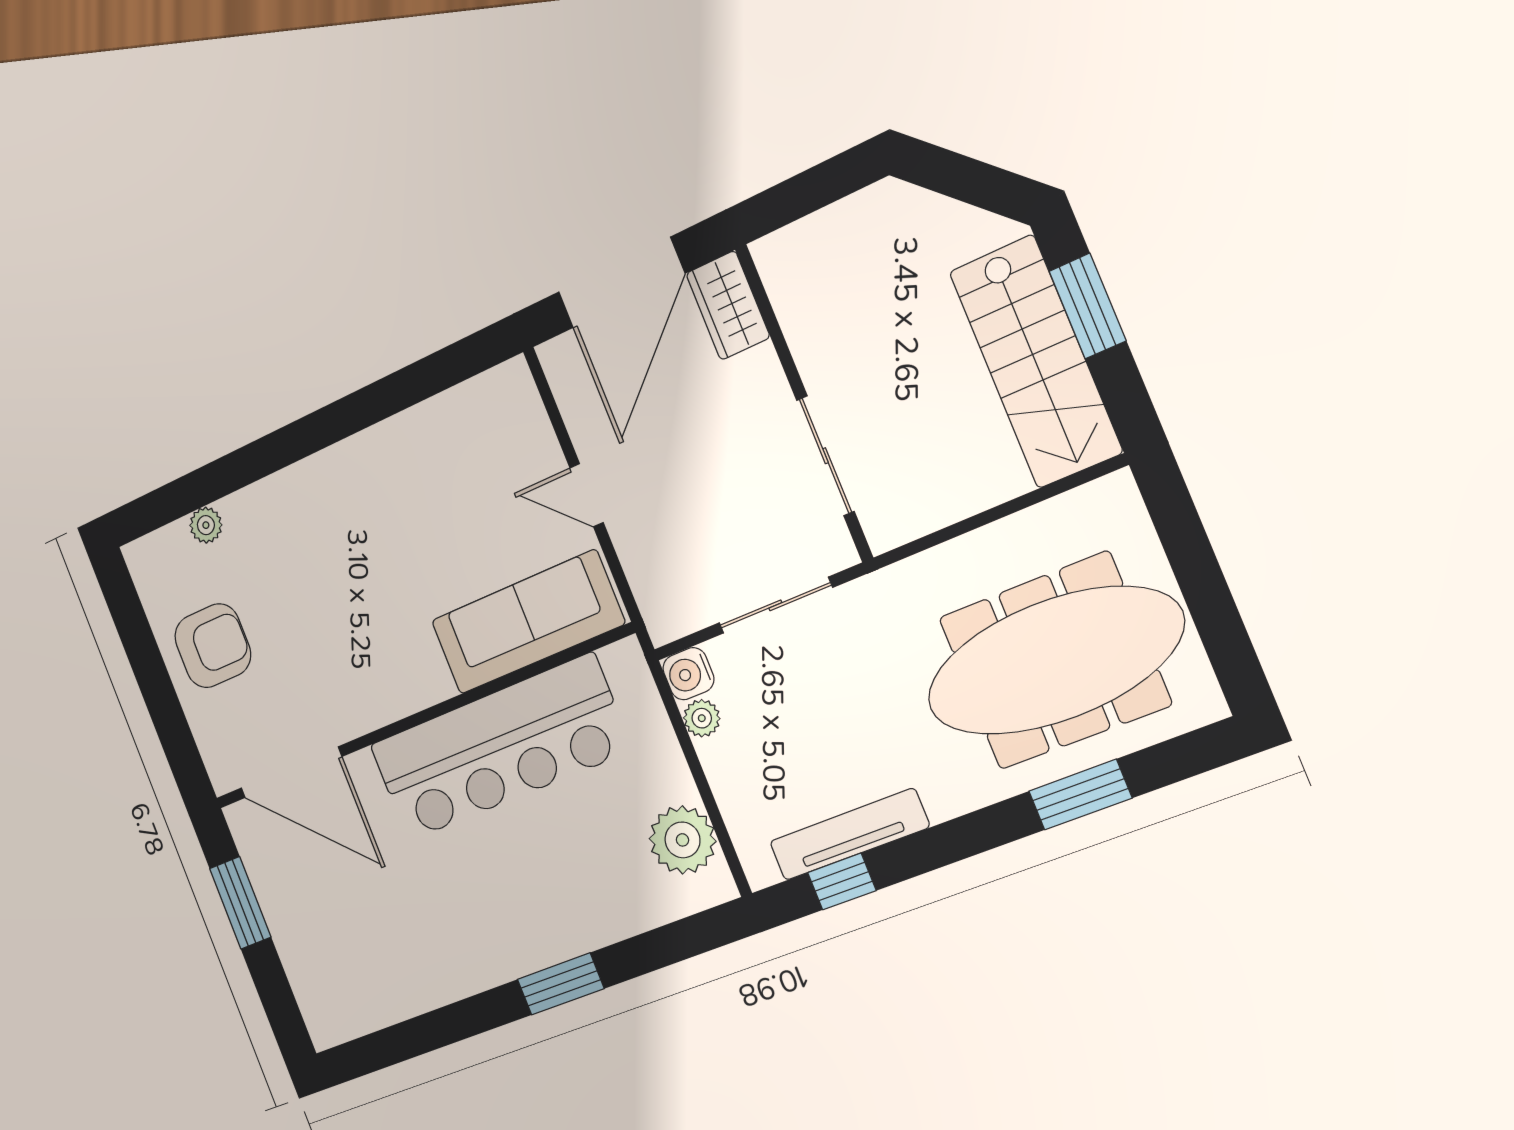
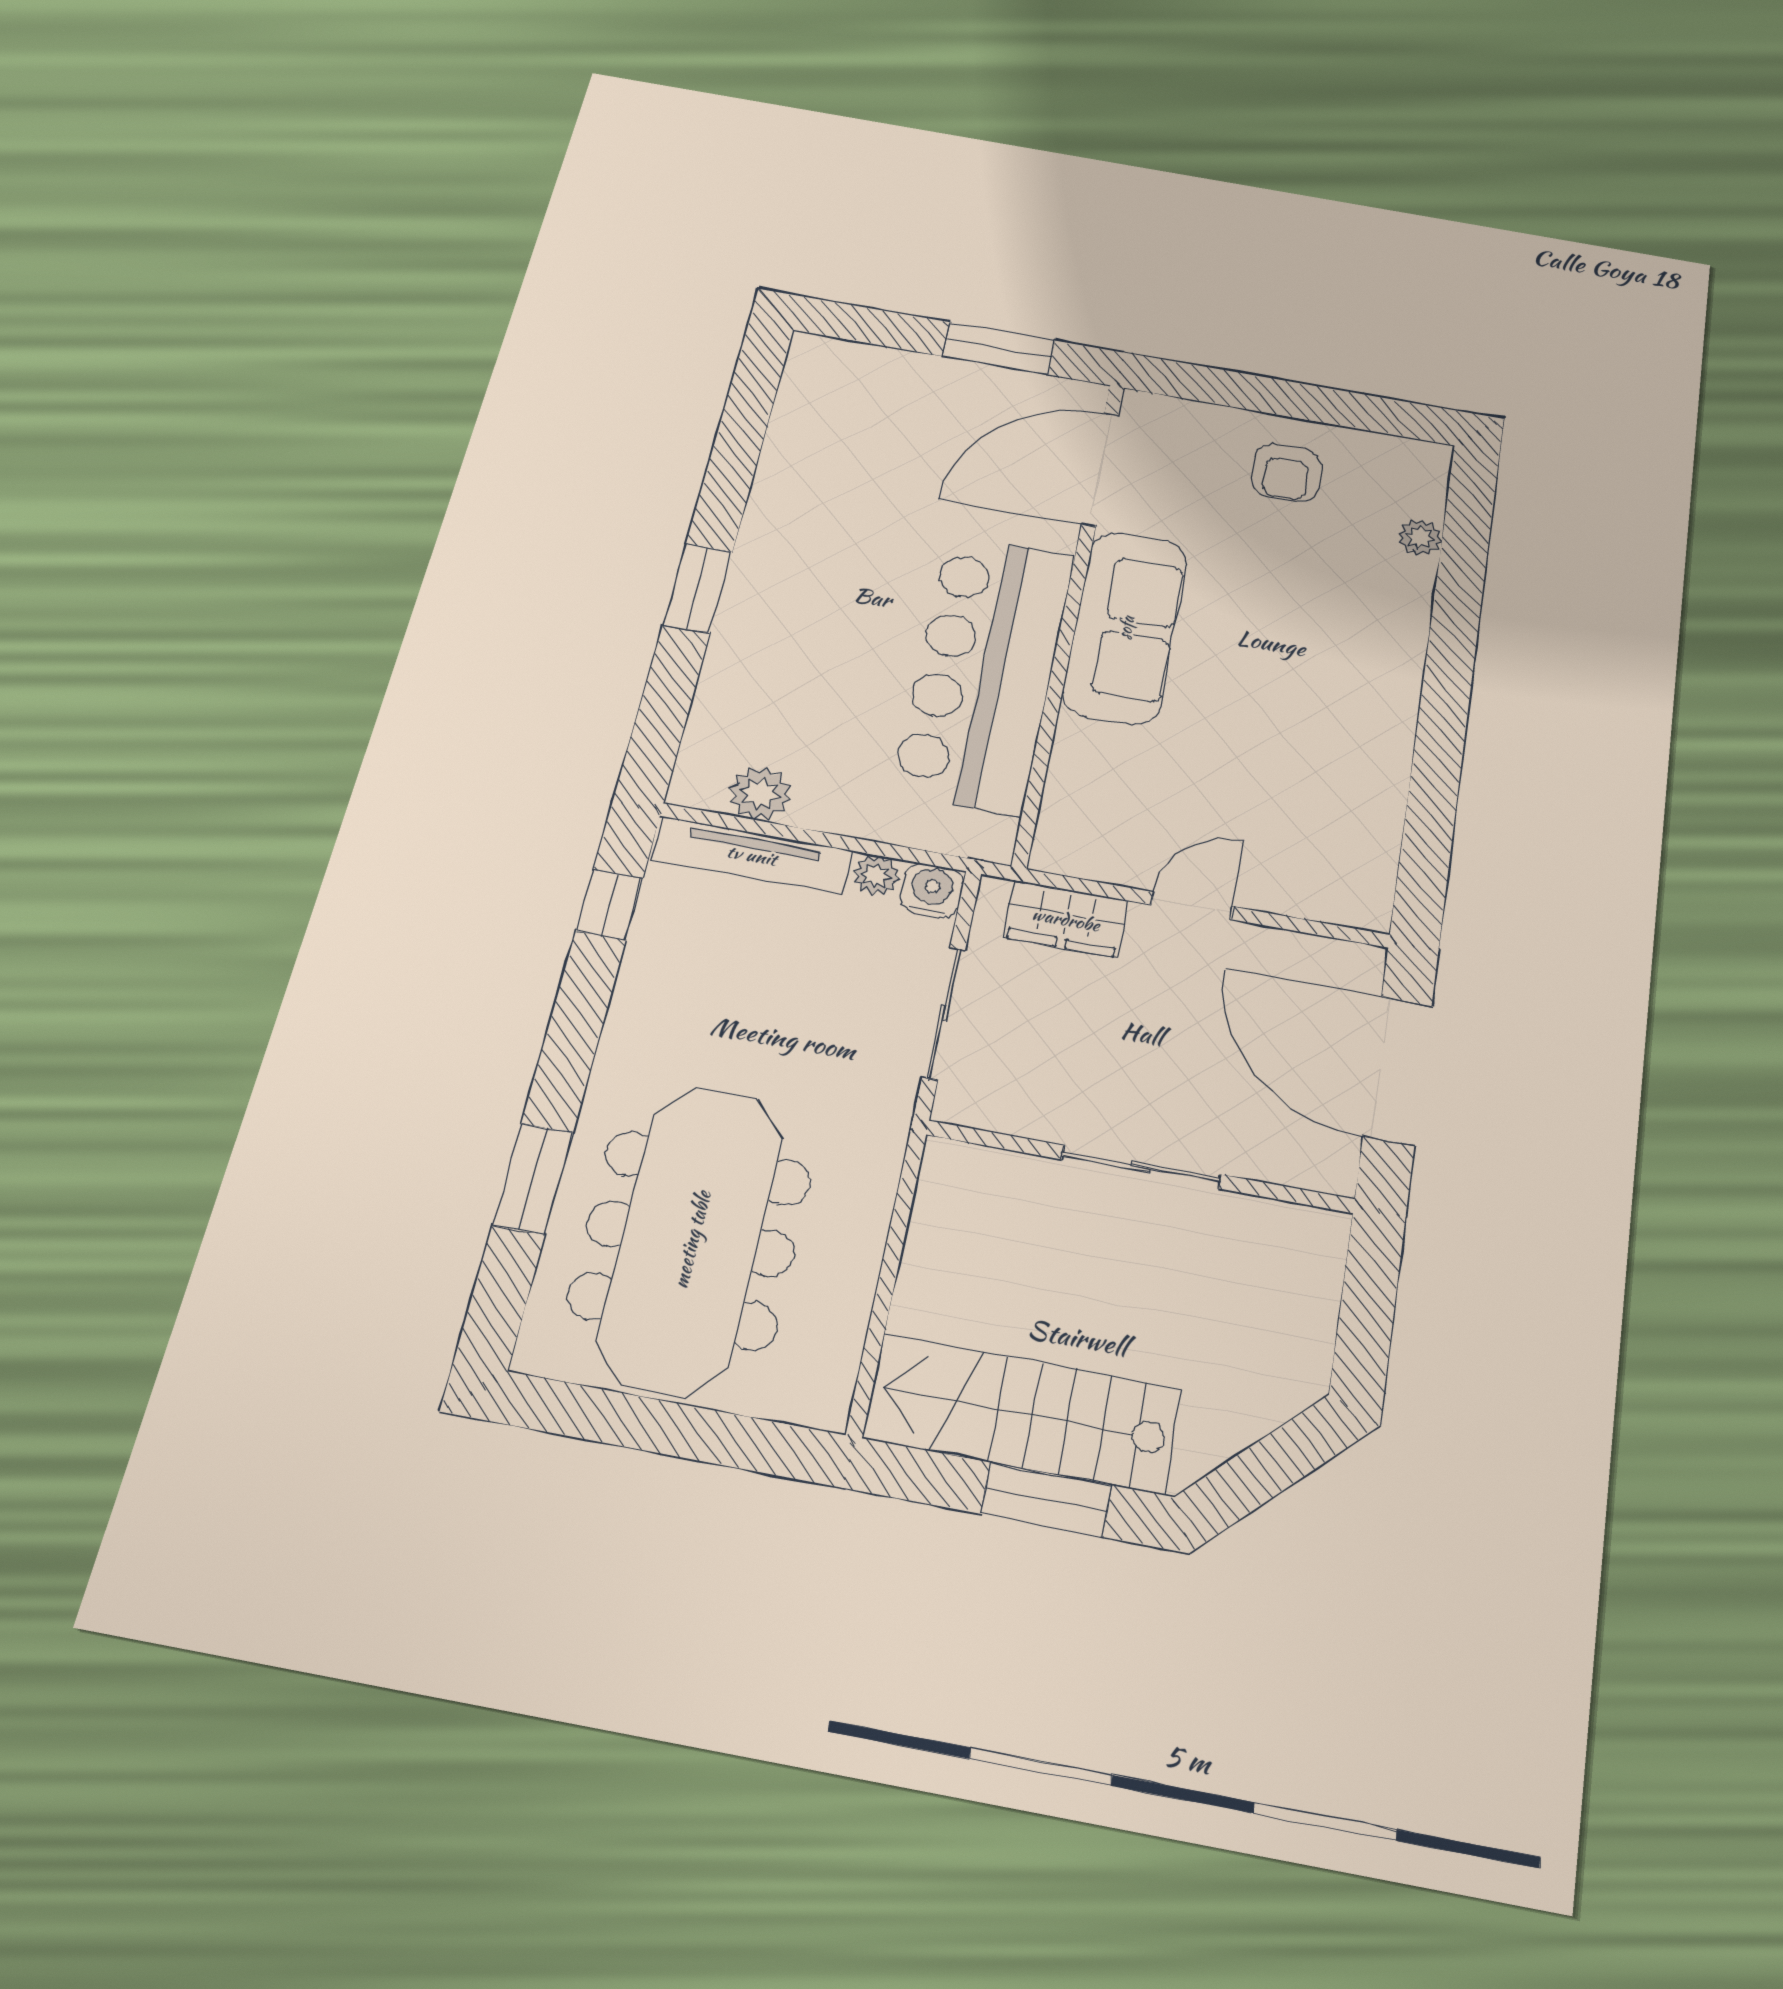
wardrobe: (728, 305) -> (1066, 919), moved, turned 180
sliding door: (825, 456) -> (1141, 1167), moved
sofa: (527, 622) -> (1125, 627), moved
armchair: (213, 646) -> (1287, 472), width x0.72, depth x0.72
tv unit: (849, 834) -> (752, 855), moved, turned 90
plant: (682, 840) -> (760, 794), width x0.73, depth x0.73

